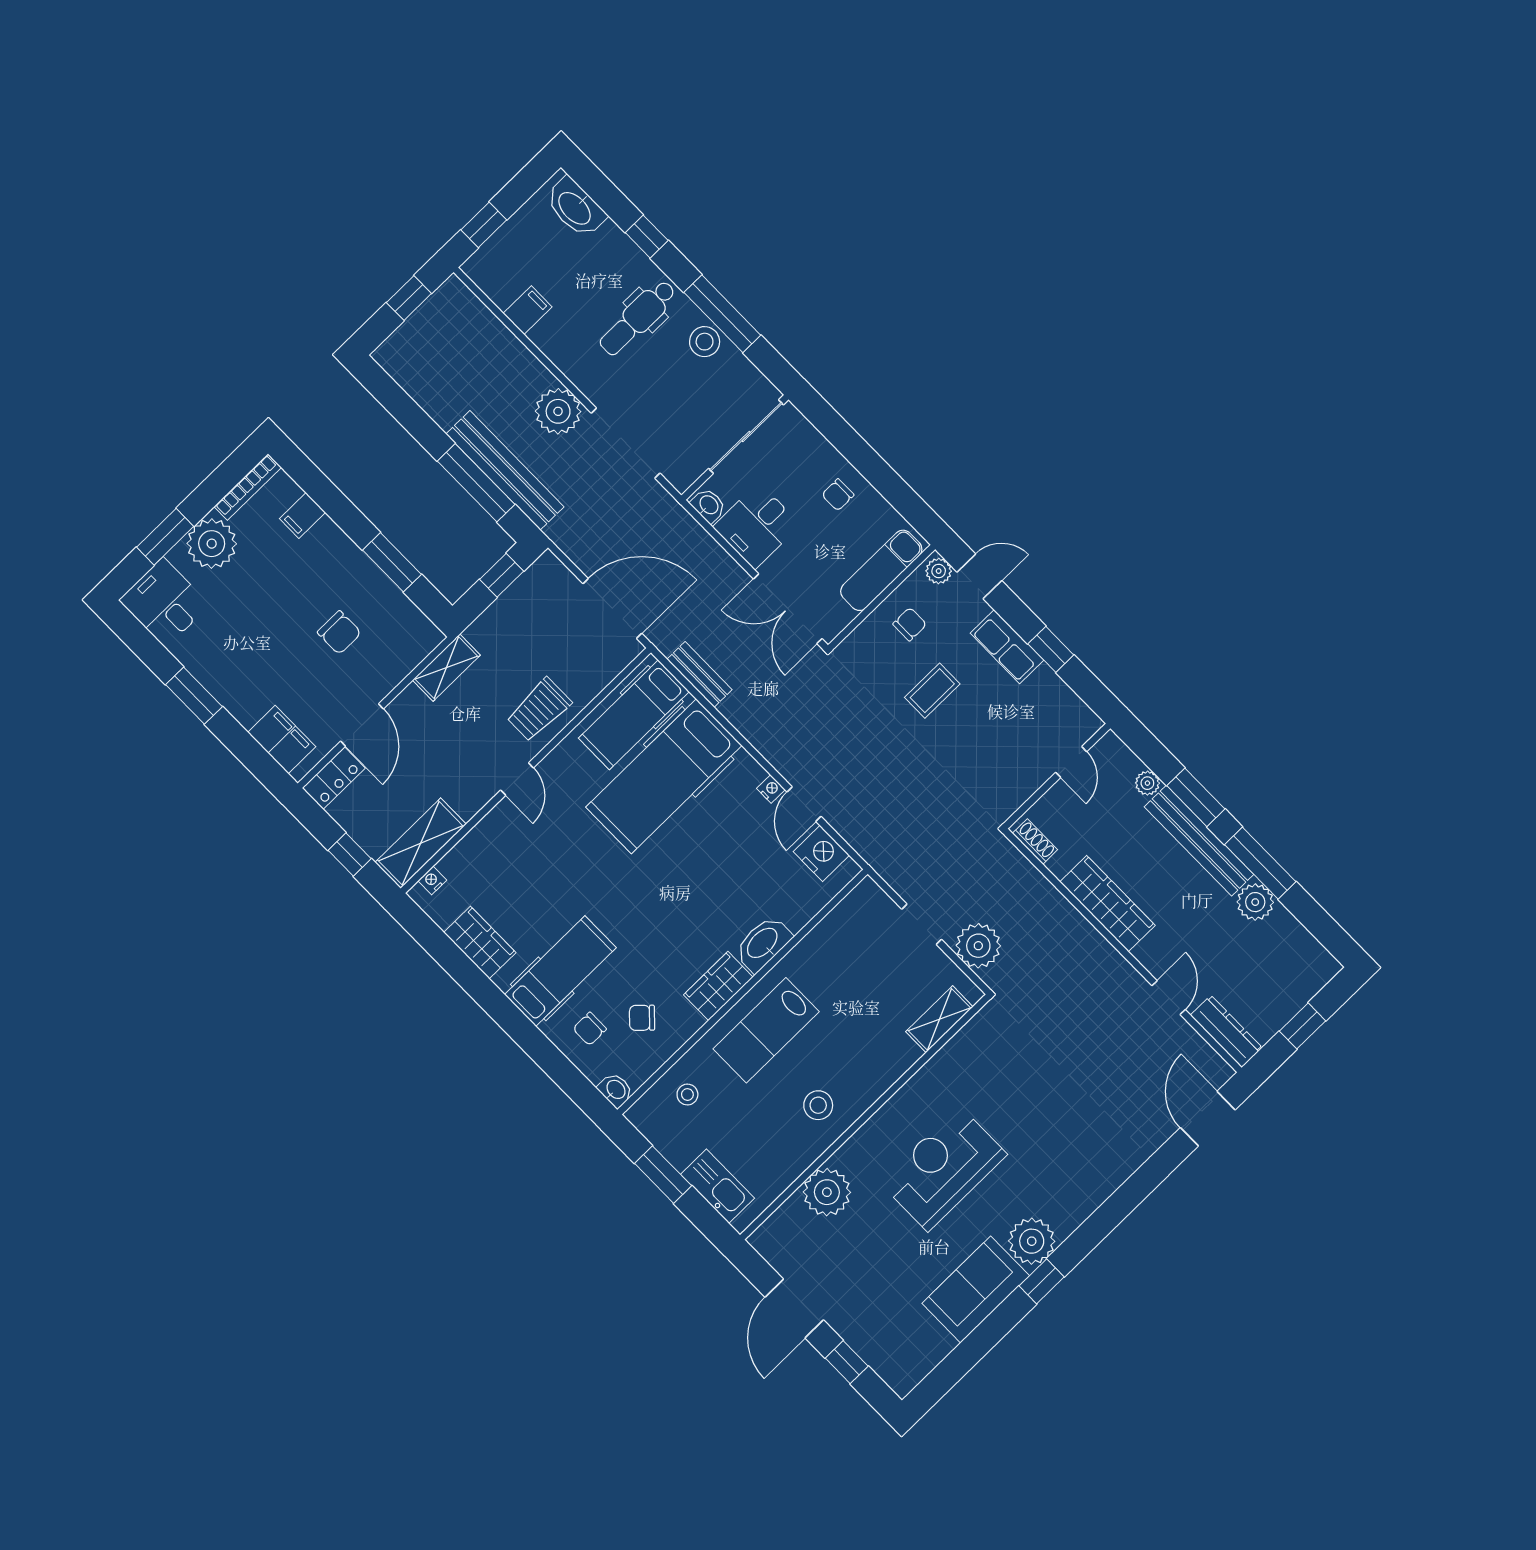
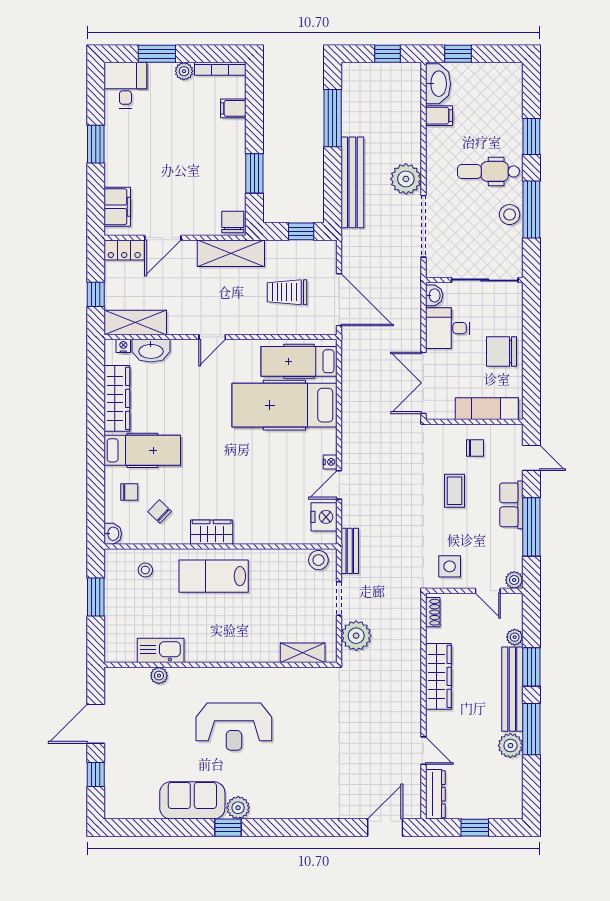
washbasin: (575, 208) -> (438, 84), moved, turned 180
window: (647, 237) -> (531, 137), width x1.50
window: (476, 483) -> (333, 118), moved
chair: (838, 495) -> (501, 352), width x1.87, depth x1.87
plant: (212, 544) -> (184, 71), width x0.53, depth x0.53
plant: (939, 571) -> (514, 580), moved
chair: (339, 633) -> (233, 222), moved, turned 180
window: (1051, 649) -> (531, 527), width x2.17
shelving: (446, 668) -> (231, 253), width x1.50, depth x1.33
bench: (699, 675) -> (350, 551), moved
coffee table: (932, 691) -> (454, 491), turned 90
trolley: (539, 710) -> (287, 292), moved
door: (1071, 762) -> (488, 591), hinge flipped
side table: (1005, 776) -> (450, 566), added
wardrobe: (480, 943) -> (117, 398), width x1.50
washbasin: (763, 944) -> (151, 351), moved, turned 180
door: (1169, 998) -> (423, 751), hinge flipped
chair: (590, 1029) -> (129, 492), turned 180
stool: (818, 1105) -> (318, 560), moved
reception desk: (943, 1168) -> (234, 727), turned 180
kitchen sink: (717, 1186) -> (161, 650), moved, turned -90
plant: (827, 1192) -> (159, 676), width x0.53, depth x0.53
plant: (1032, 1241) -> (238, 808), width x0.73, depth x0.73

